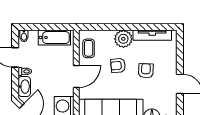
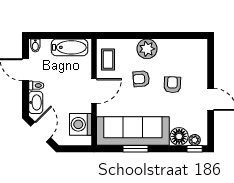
tv unit: (152, 35) -> (180, 45), removed

